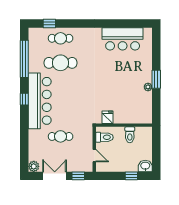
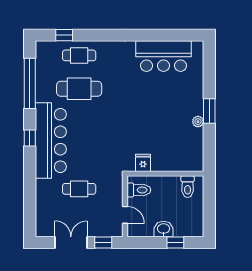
toilet: (130, 135) -> (188, 187), moved
plant: (34, 166) -> (43, 230), removed
washbasin: (145, 166) -> (164, 229), moved

